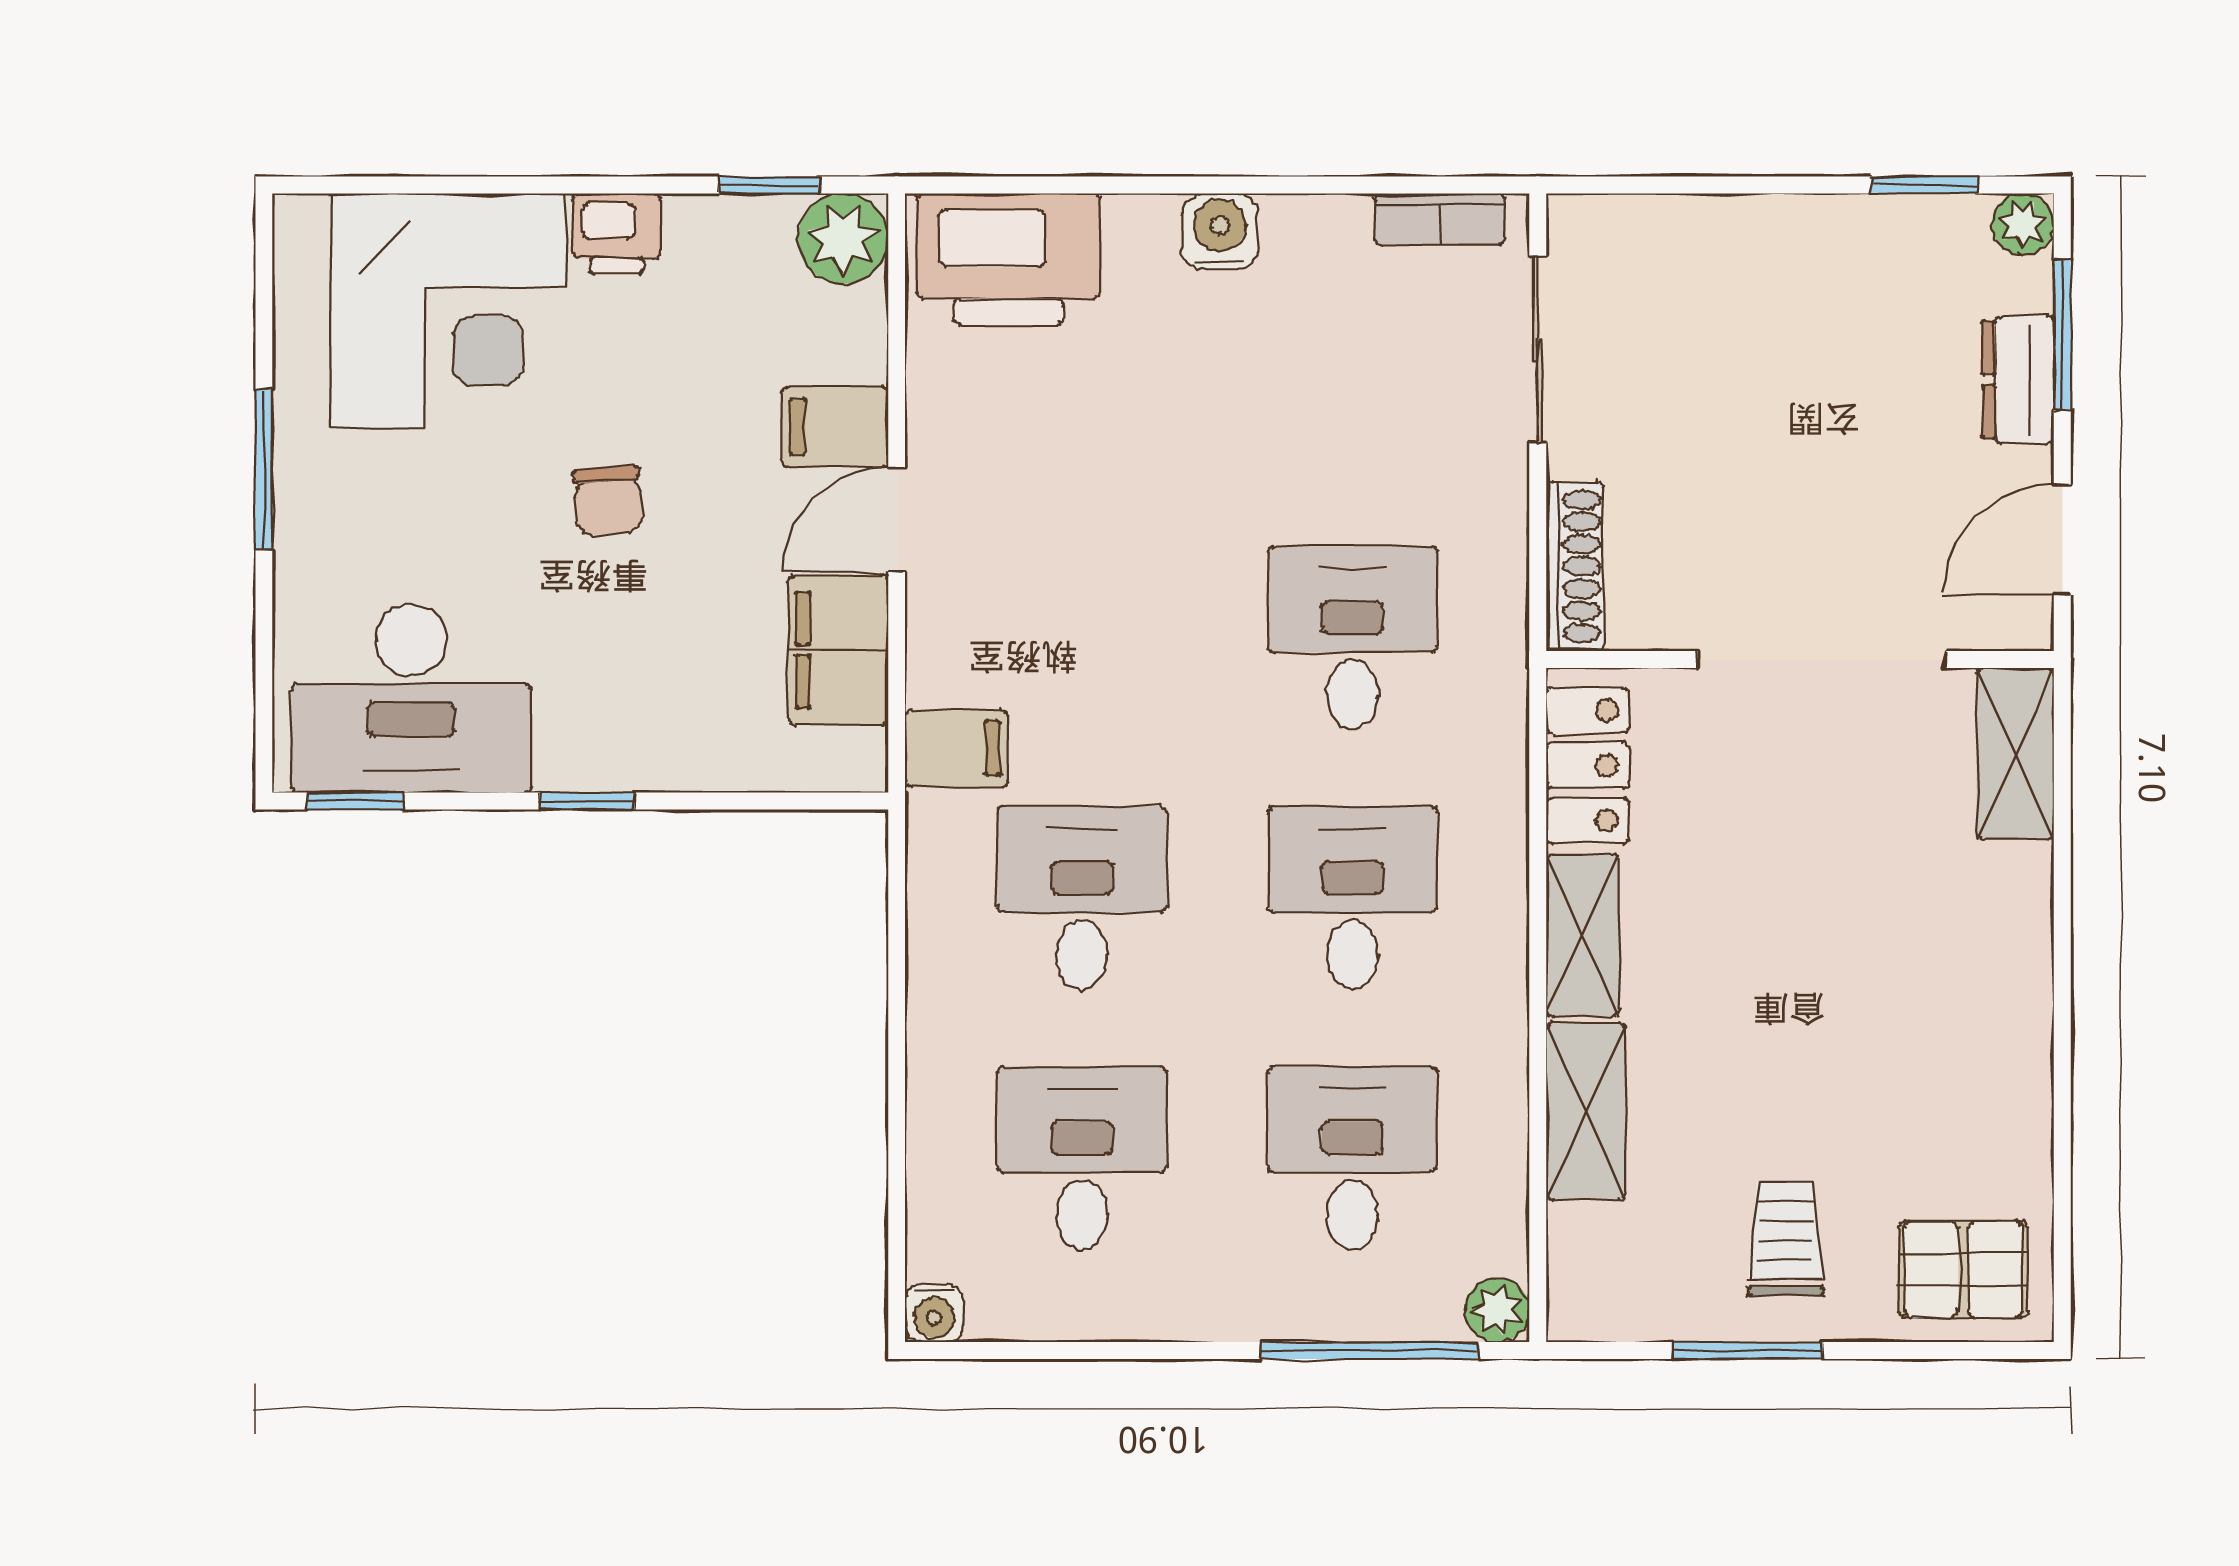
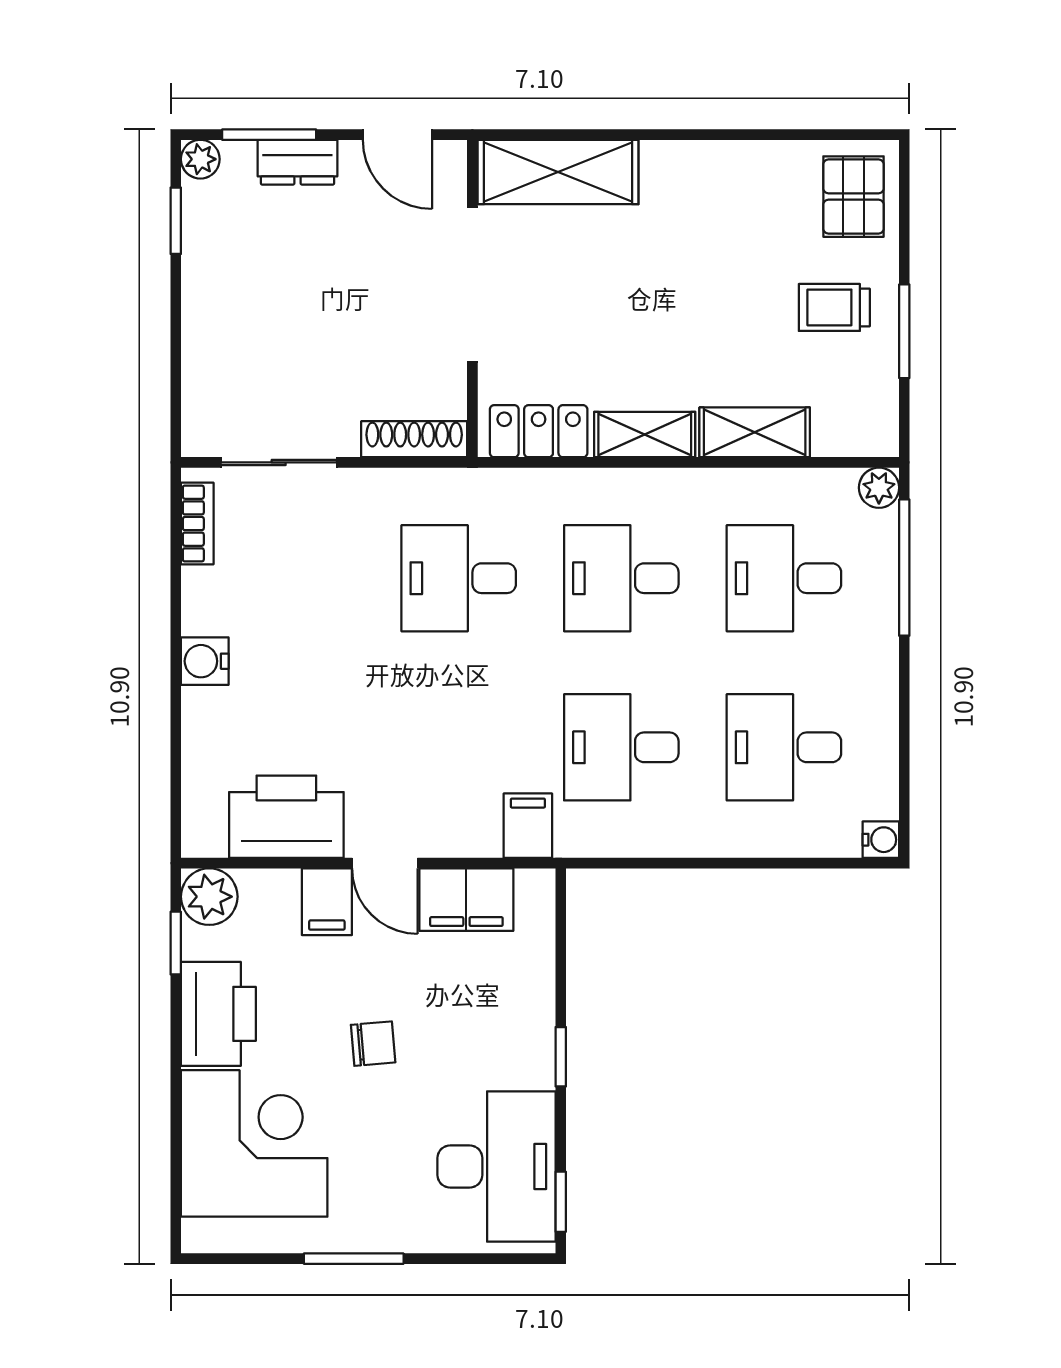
printer: (617, 234) -> (218, 1014), width x1.87, depth x1.48
printer: (1009, 259) -> (286, 817), moved, turned -90
shelving: (2015, 754) -> (558, 172), width x1.50, depth x1.33

